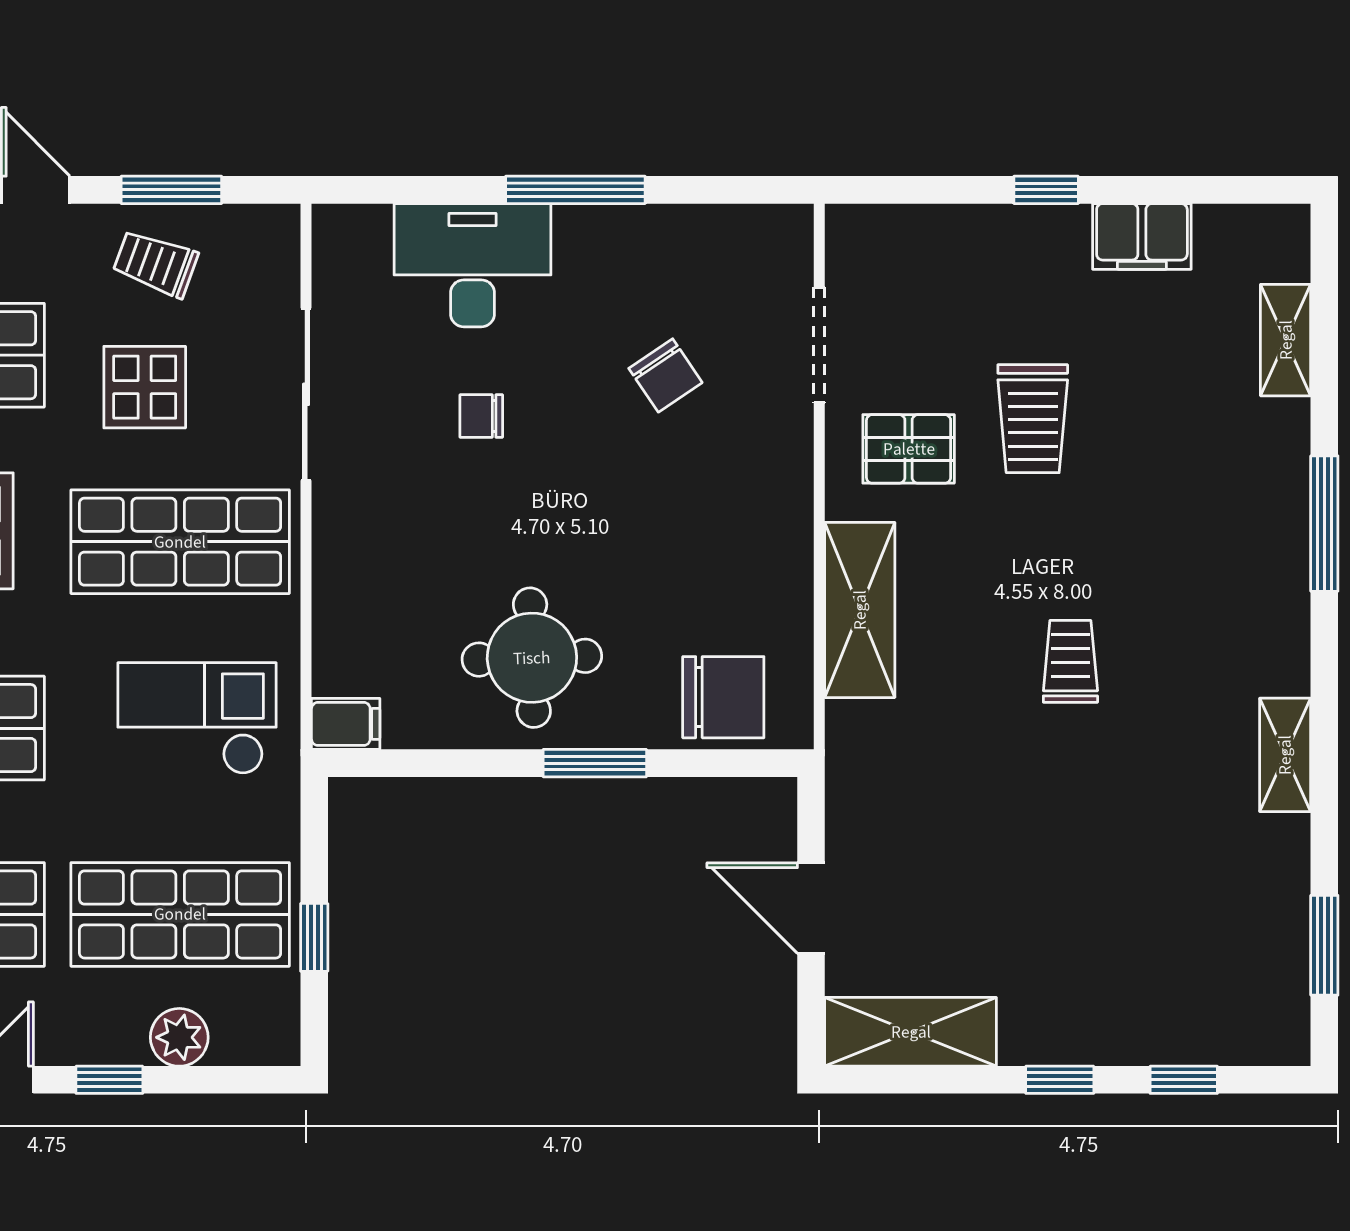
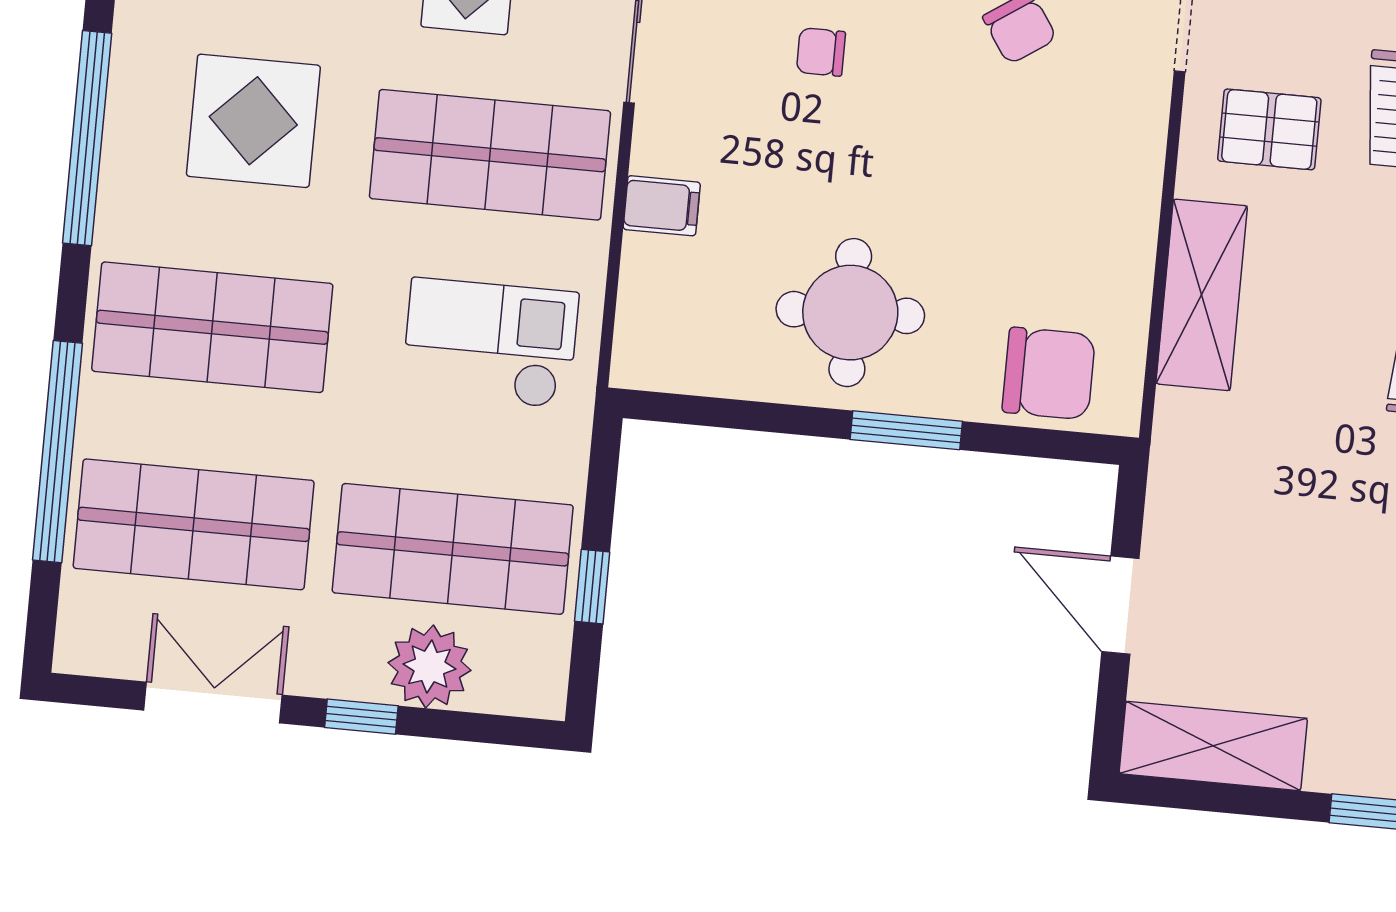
filing cabinet: (346, 724) -> (662, 206), moved
plant: (179, 1037) -> (429, 666), width x1.36, depth x1.36

